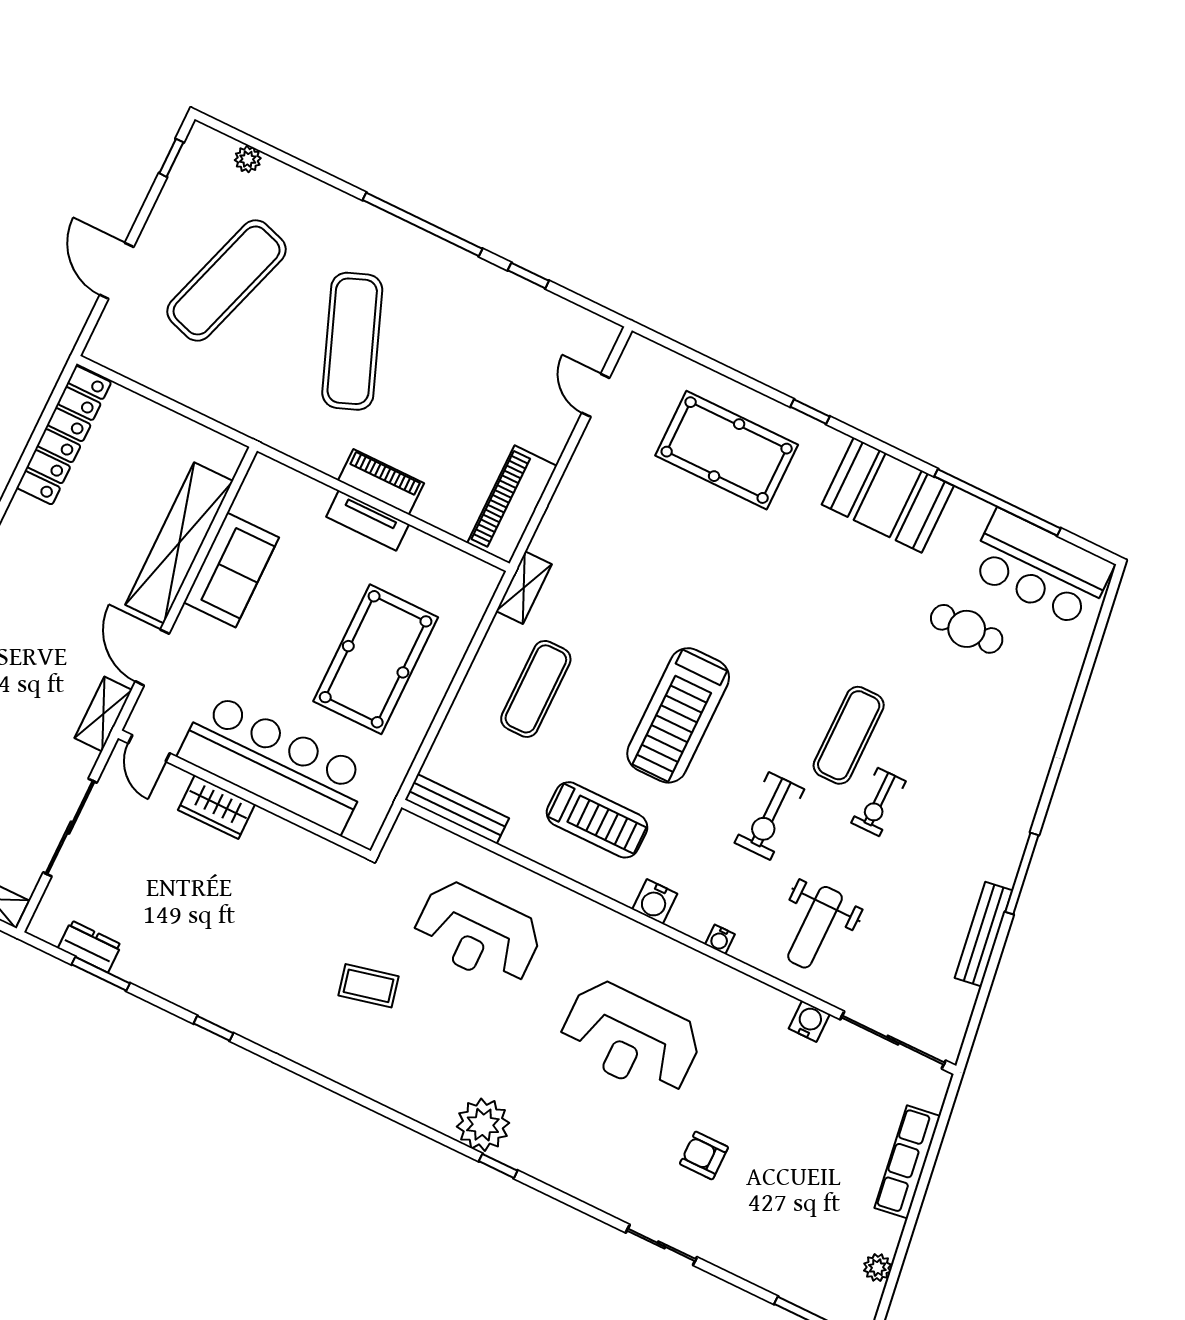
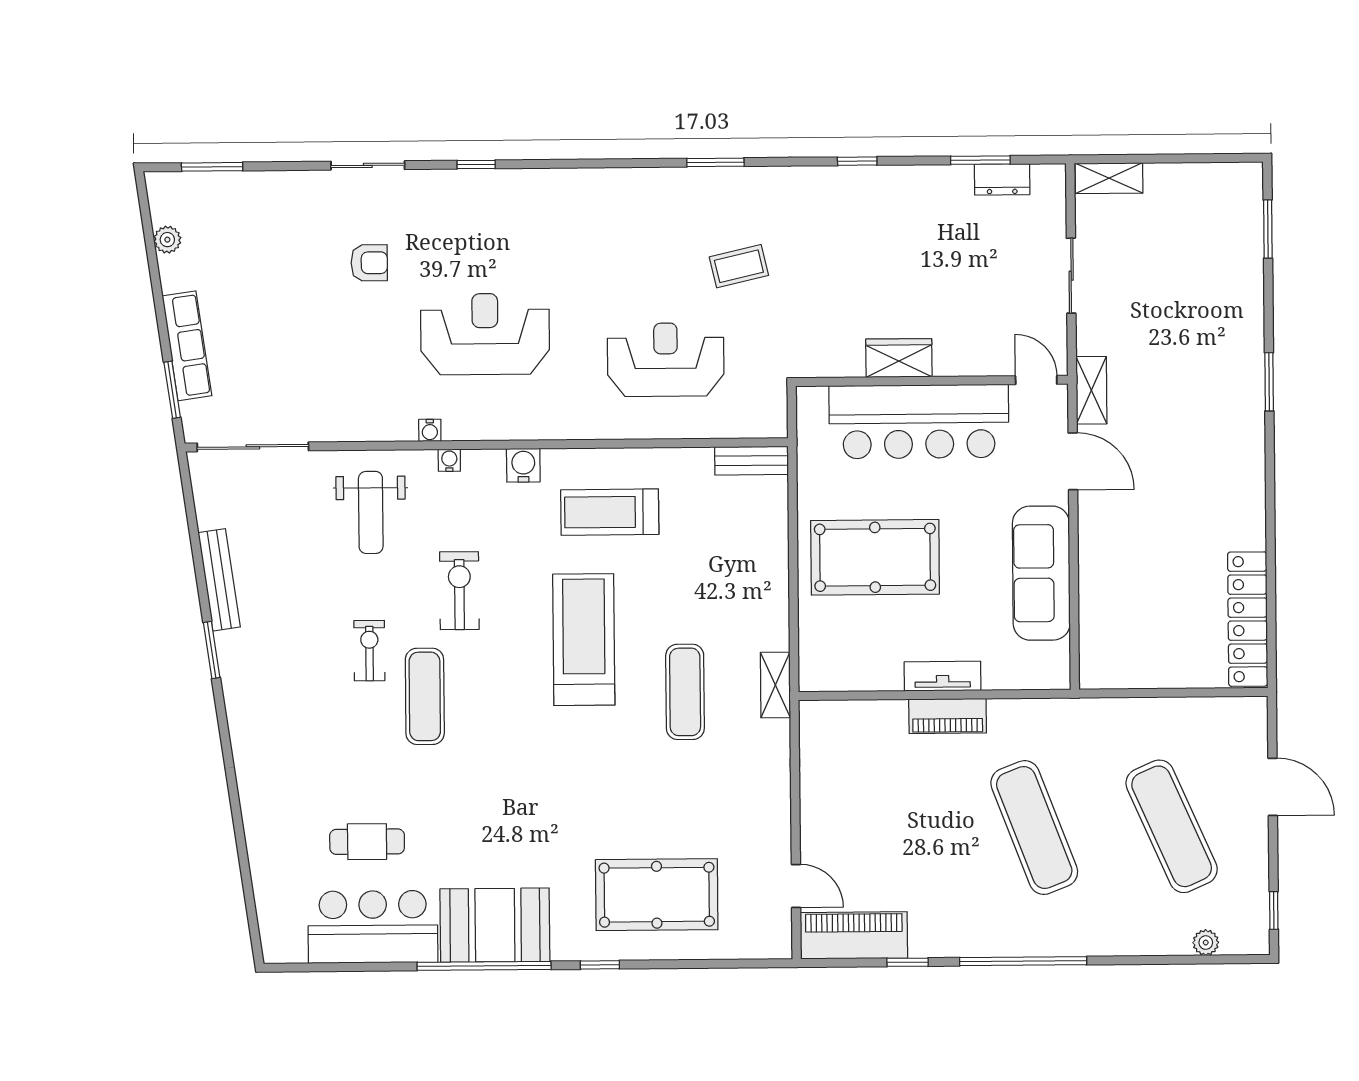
exercise mat: (227, 280) -> (1172, 826), turned -42
window: (997, 502) -> (484, 966), moved
piano: (512, 504) -> (854, 935), moved, turned -90
shelving: (179, 543) -> (1099, 574), removed
bar counter: (1041, 568) -> (373, 927), moved
sofa: (231, 570) -> (1041, 573), width x1.36
pool table: (376, 659) -> (875, 557), turned 90
exercise mat: (536, 689) -> (685, 692), moved
wardrobe: (217, 807) -> (899, 358), moved
bench: (457, 809) -> (751, 461), width x0.73
sliding door: (70, 828) -> (1071, 276), width x0.73
window: (1022, 873) -> (212, 650), width x0.69
weight bench: (815, 927) -> (371, 512), turned 180
water cooler: (809, 1021) -> (430, 430), moved, width x0.72, depth x0.72
window: (343, 1091) -> (715, 162), added
plant: (483, 1125) -> (577, 194), removed
window: (941, 1128) -> (172, 390), added
window: (498, 1166) -> (476, 164), moved

